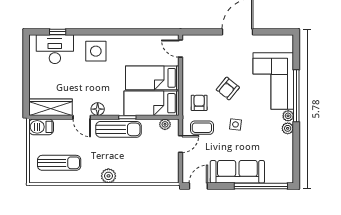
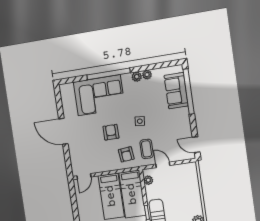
armchair: (228, 89) -> (111, 132), turned -129
armchair: (199, 103) -> (126, 154), turned -96
plant: (288, 116) -> (147, 75), moved
sofa: (237, 172) -> (176, 91), moved, width x0.73

